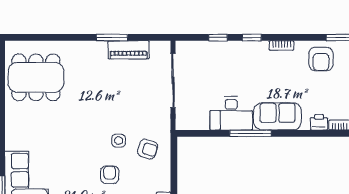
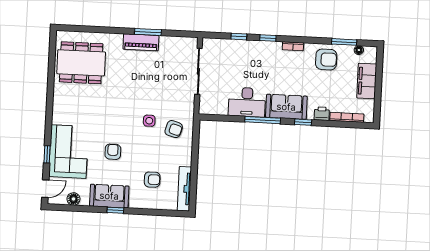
piano: (129, 50) -> (141, 42), moved
armchair: (321, 59) -> (326, 59), turned -90
window: (298, 133) -> (303, 122), added
armchair: (110, 175) -> (113, 152), moved

